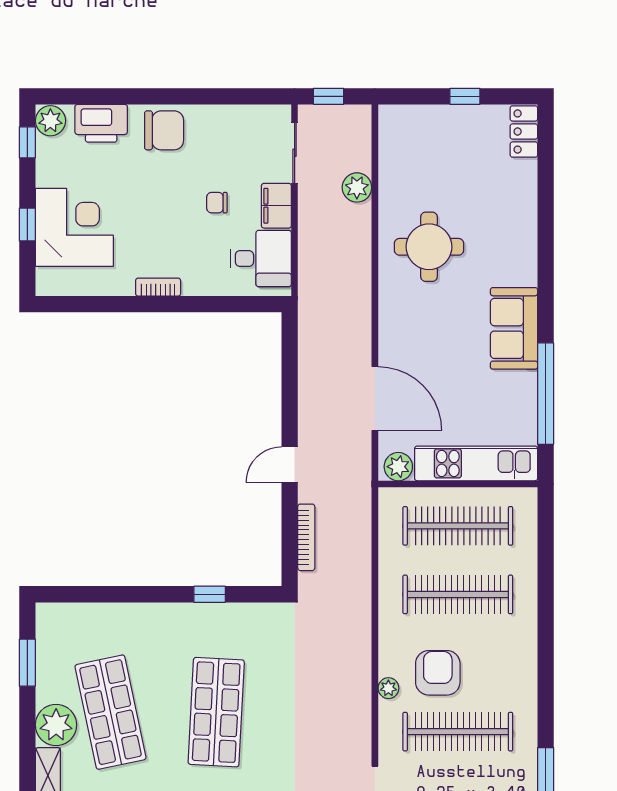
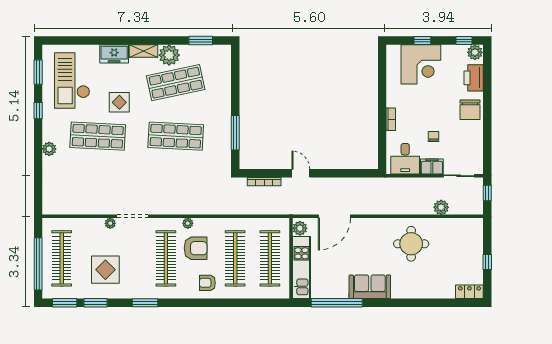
bookcase: (158, 287) -> (391, 119), moved
window: (210, 594) -> (235, 133), width x2.17
armchair: (506, 649) -> (207, 283), added

